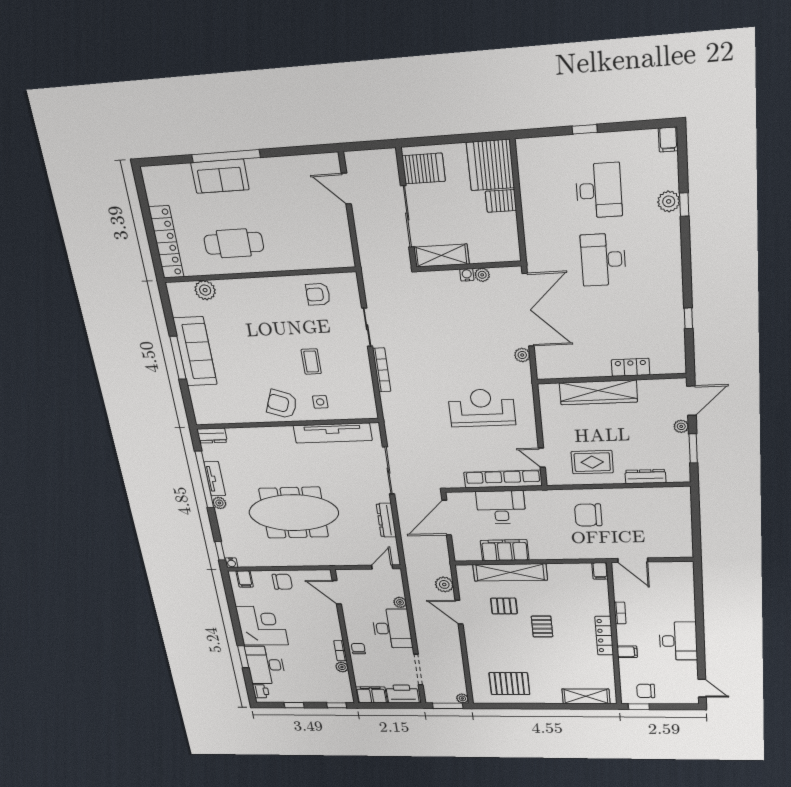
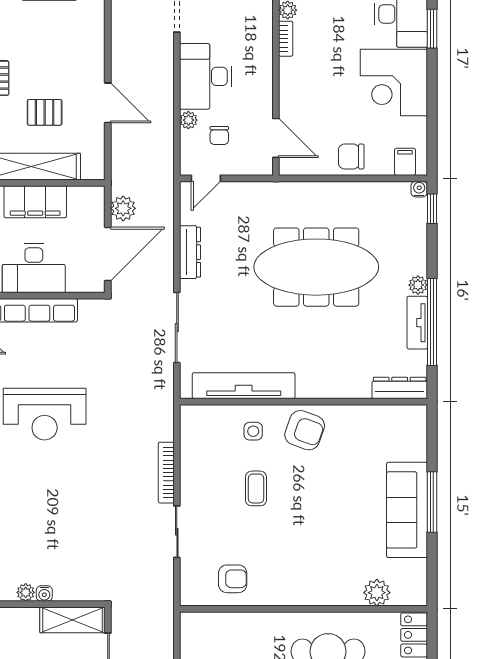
dresser: (212, 436) -> (400, 388), width x1.44
plant: (444, 584) -> (123, 208), moved
chair: (358, 649) -> (219, 135), moved

